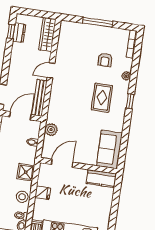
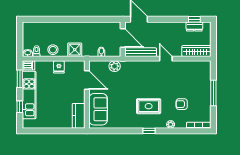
sofa: (109, 149) -> (98, 109), moved, turned 90

